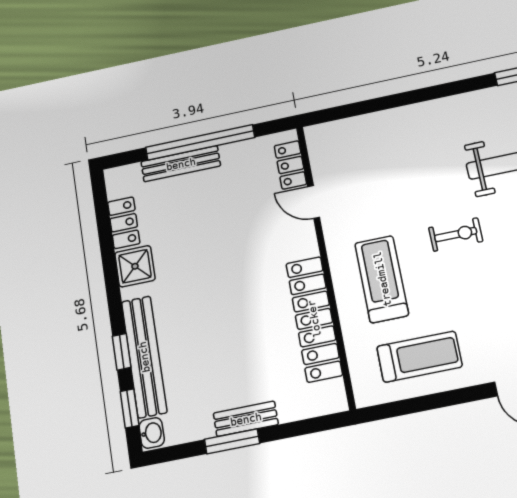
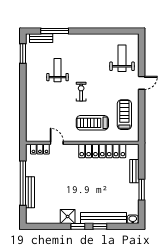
door: (314, 202) -> (57, 143), swing flipped
locker: (124, 223) -> (49, 218), removed
window: (129, 408) -> (78, 226), moved
bench: (246, 419) -> (134, 171), moved

